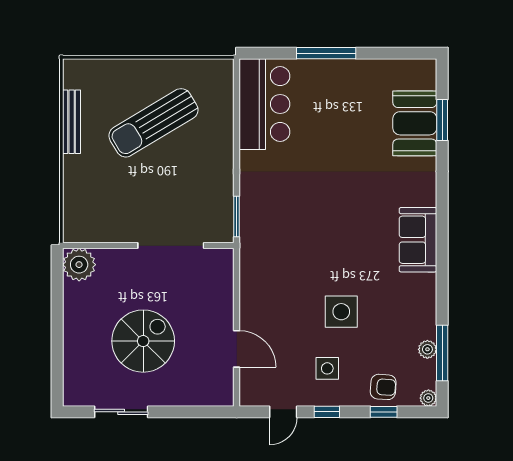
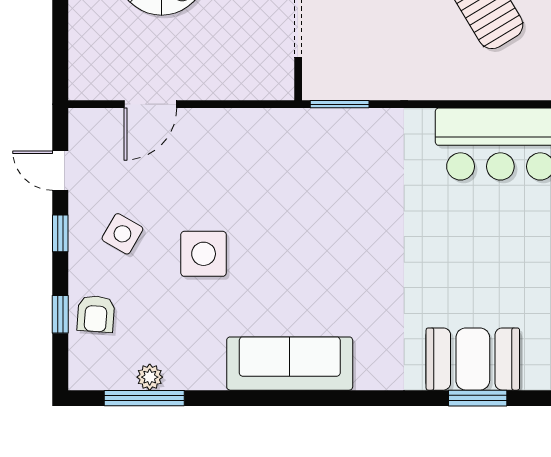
sofa: (418, 240) -> (290, 364), width x1.36
side table: (327, 368) -> (122, 234), turned 30
plant: (428, 398) -> (80, 378), removed

